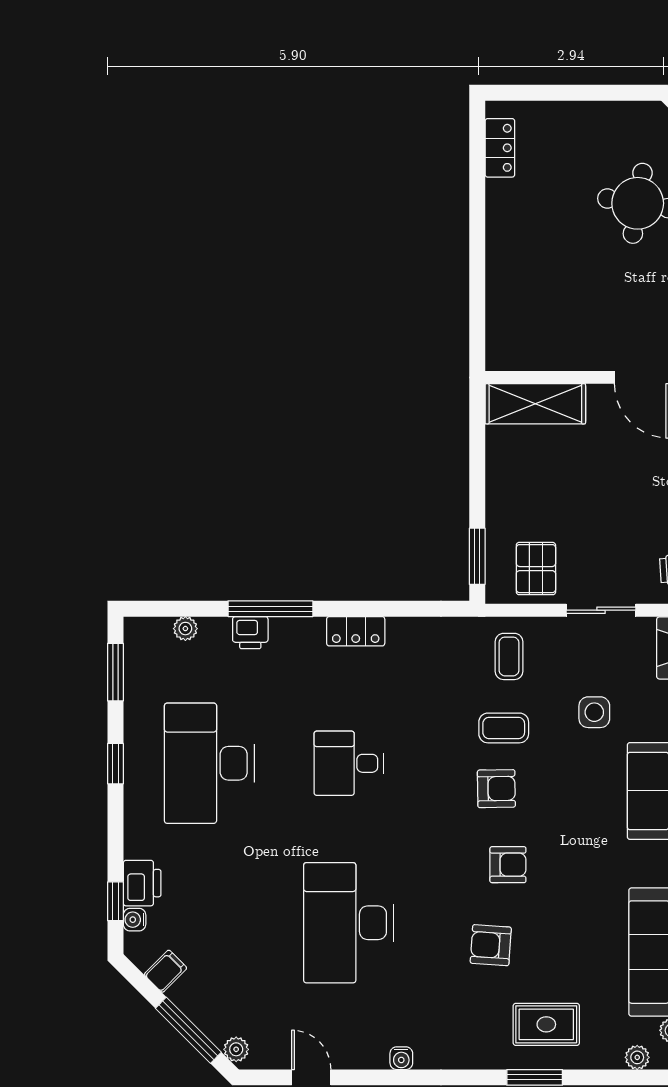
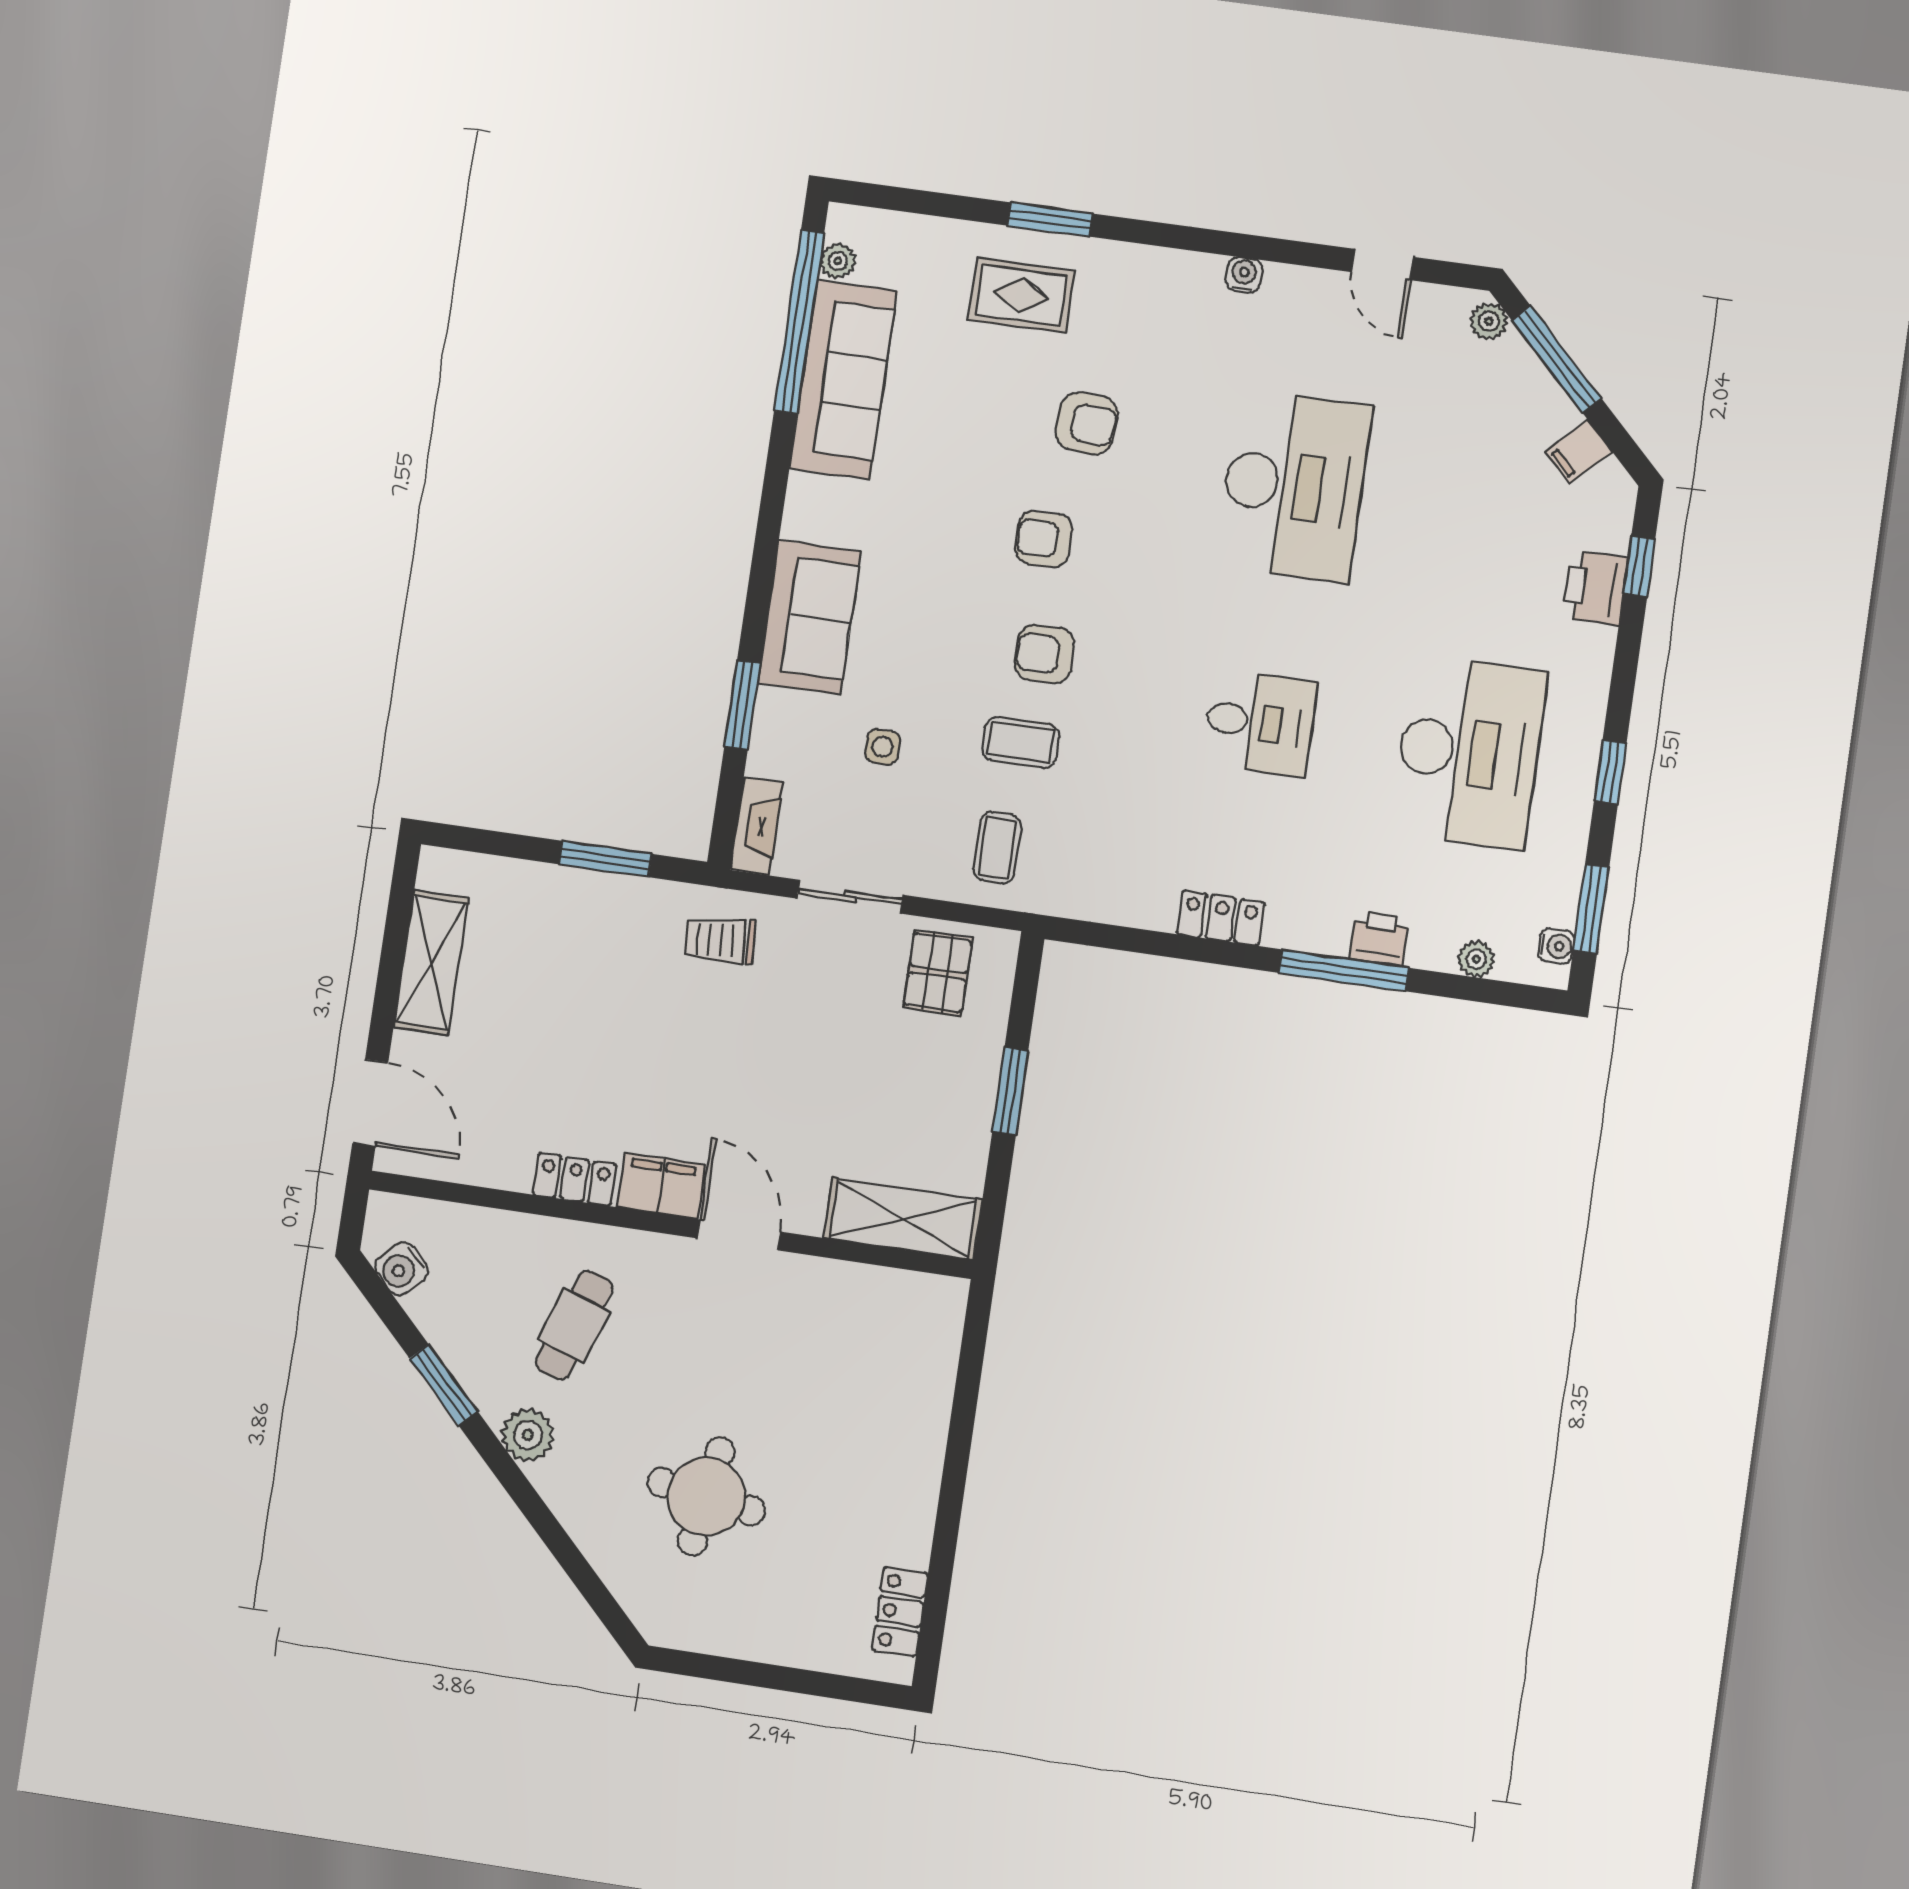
window: (477, 556) -> (1010, 1091), moved
side table: (594, 712) -> (883, 747), width x0.73, depth x0.73
water cooler: (135, 920) -> (1556, 946), moved
plant: (637, 1057) -> (894, 228), removed

